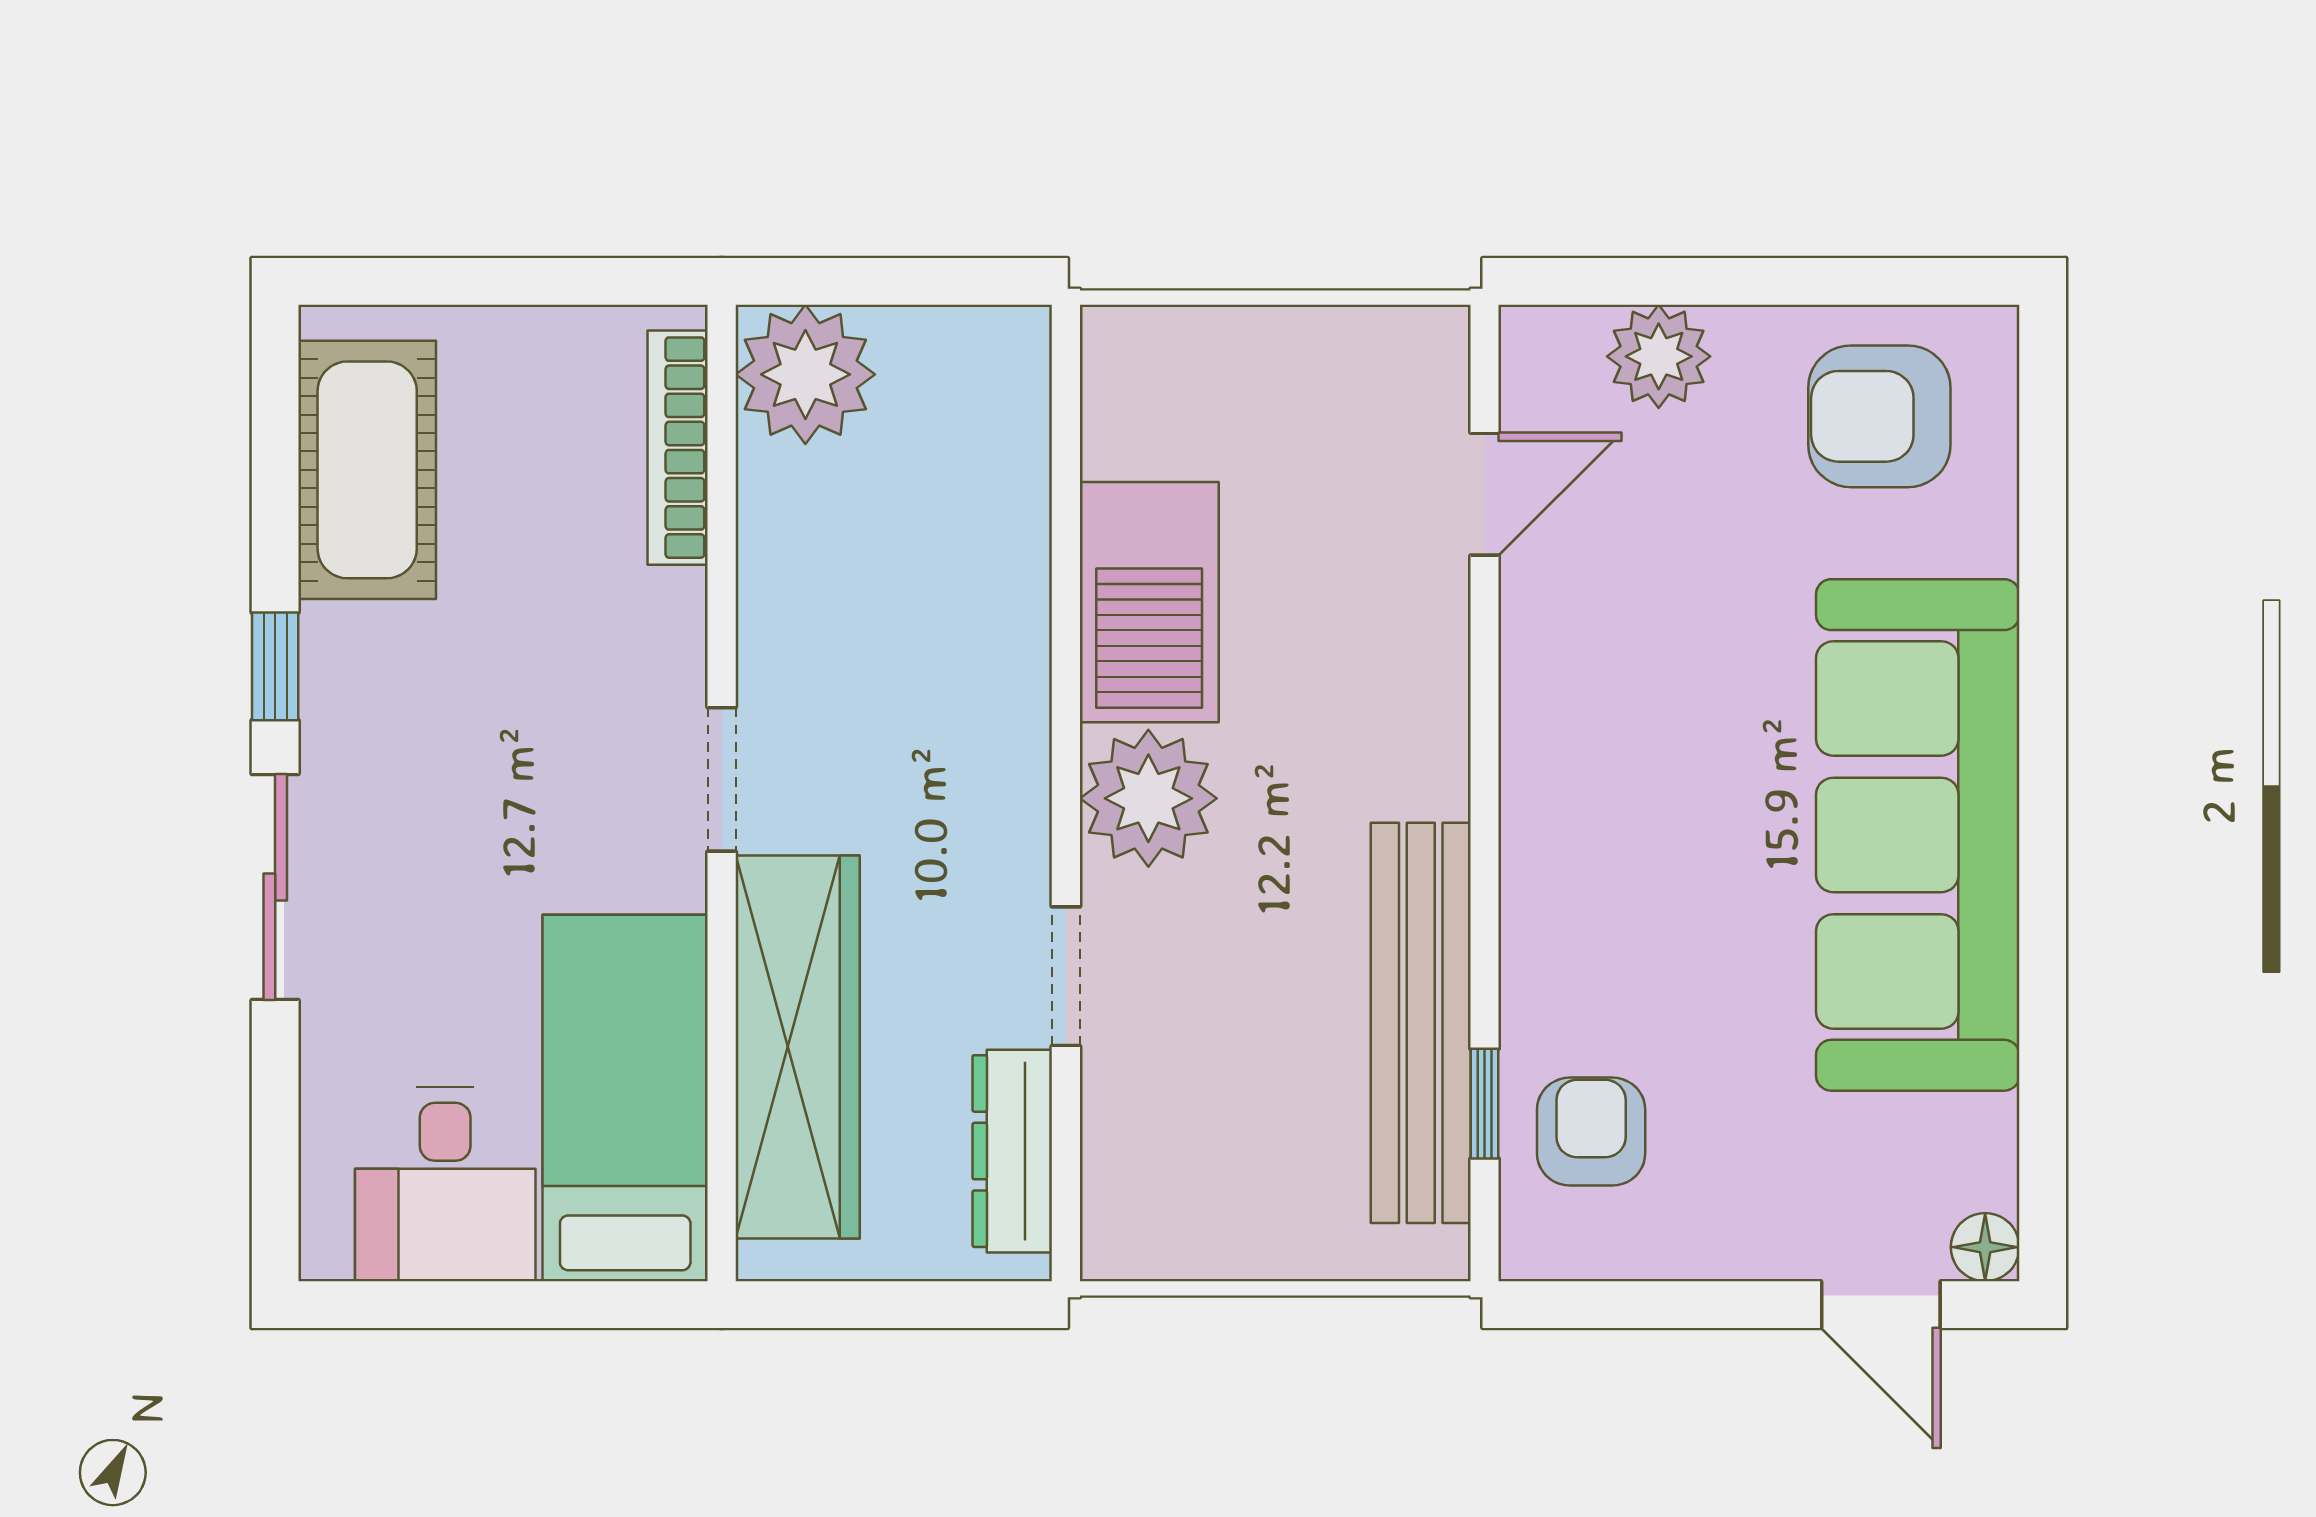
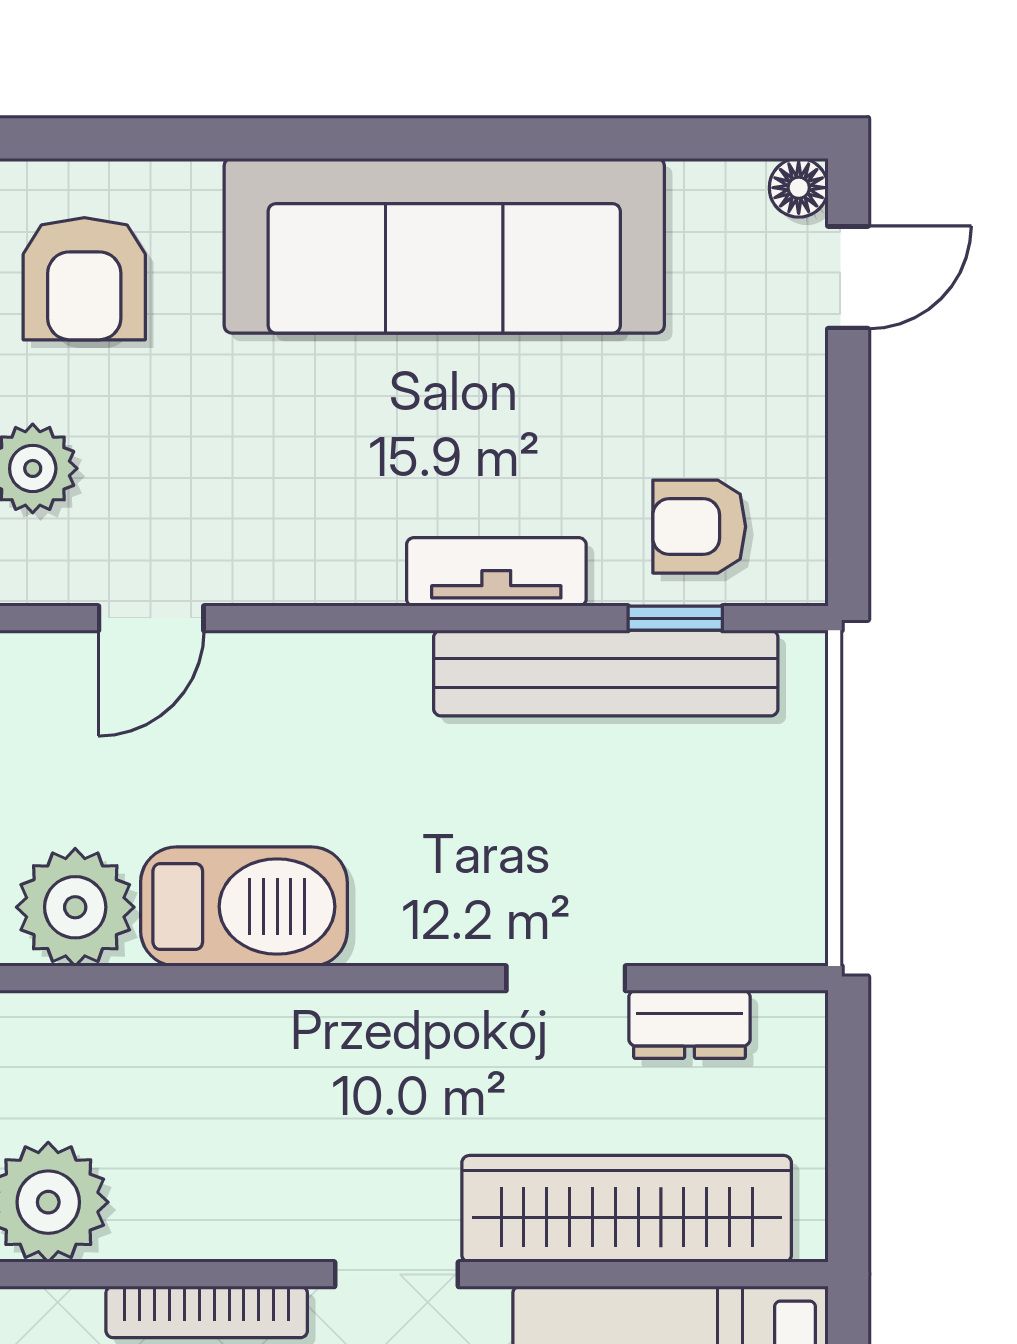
bookcase: (678, 448) -> (207, 1312), moved
door: (1484, 494) -> (151, 618), swing flipped
plant: (1148, 798) -> (75, 907), moved
tv unit: (1538, 896) -> (496, 572), added
dresser: (1012, 1151) -> (689, 1024), width x0.70

